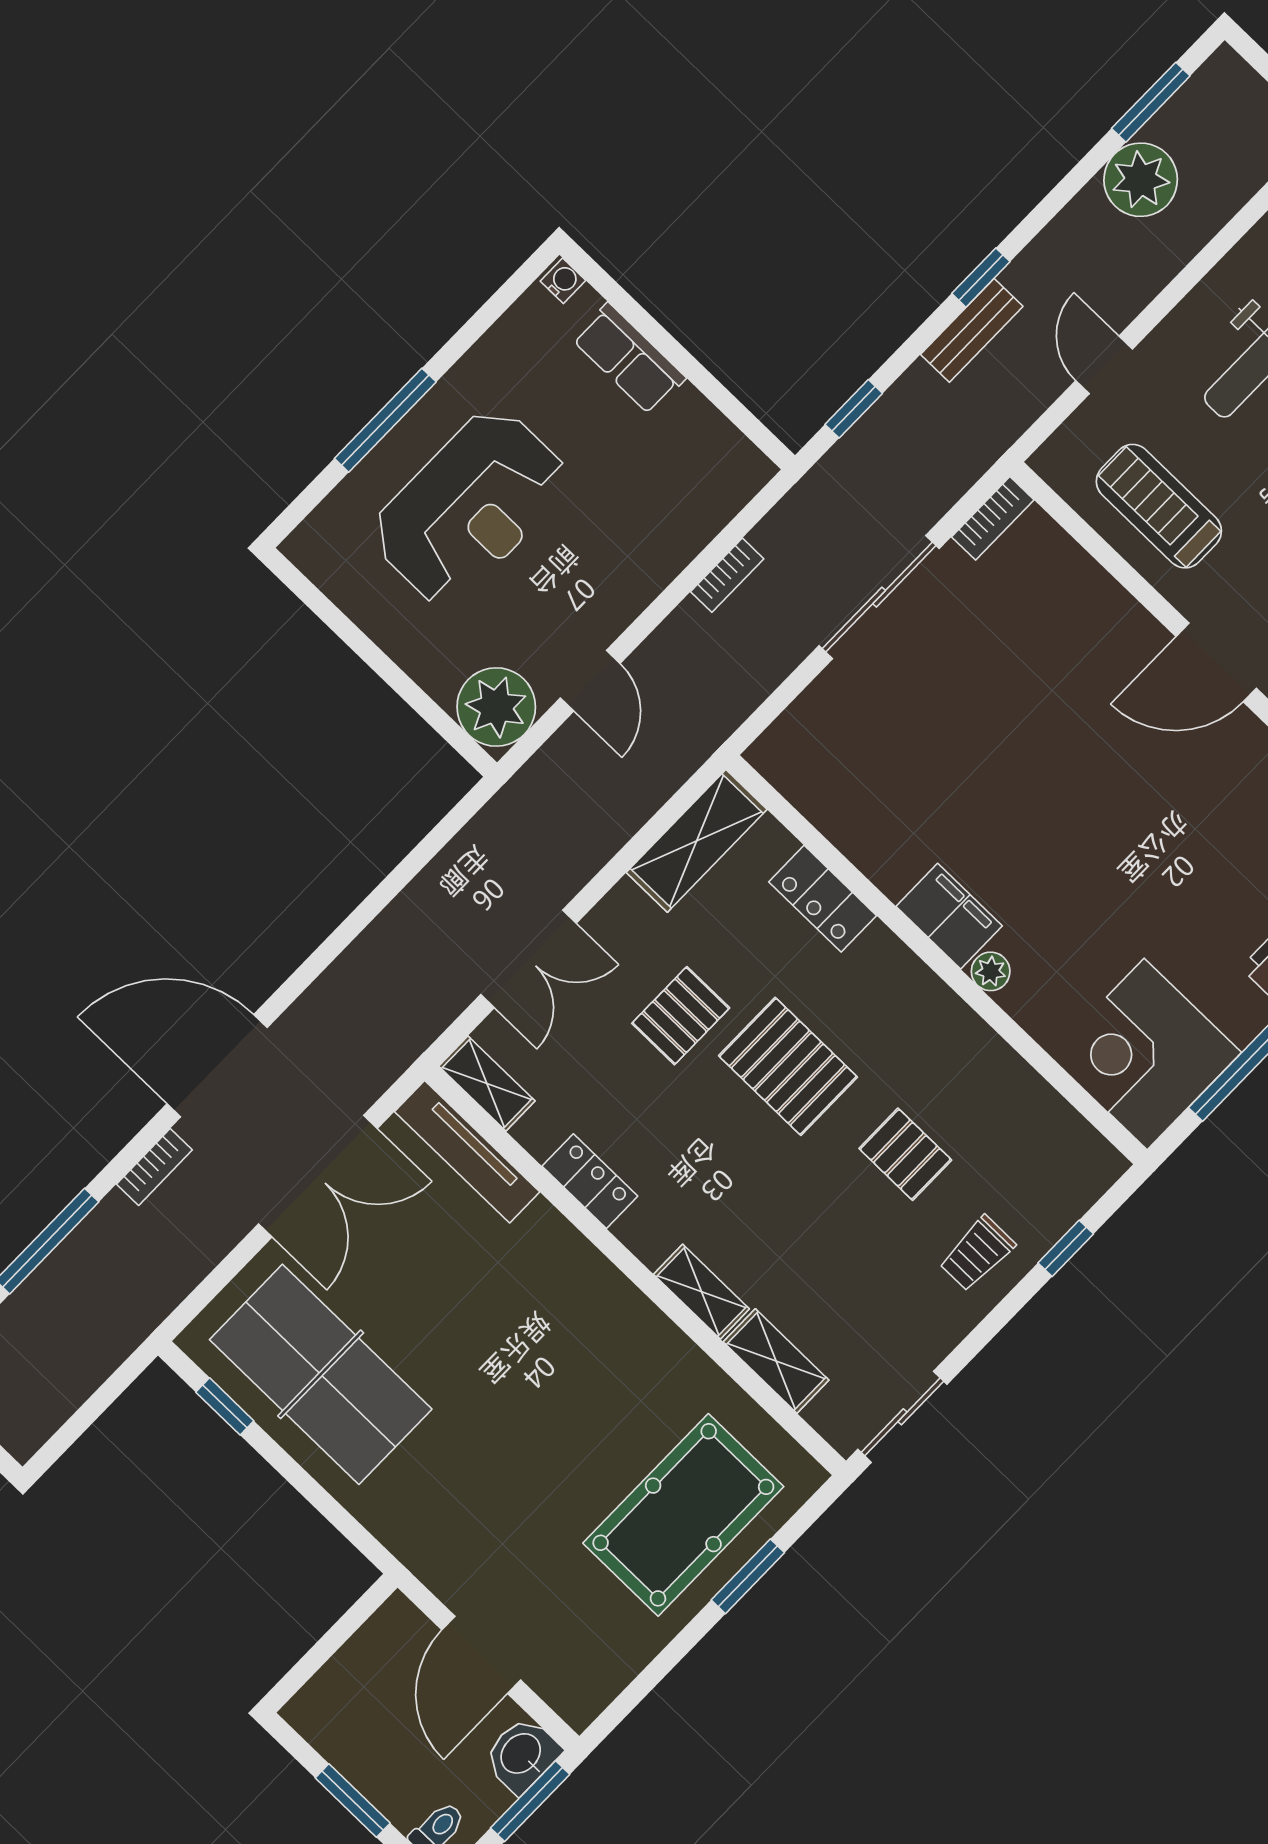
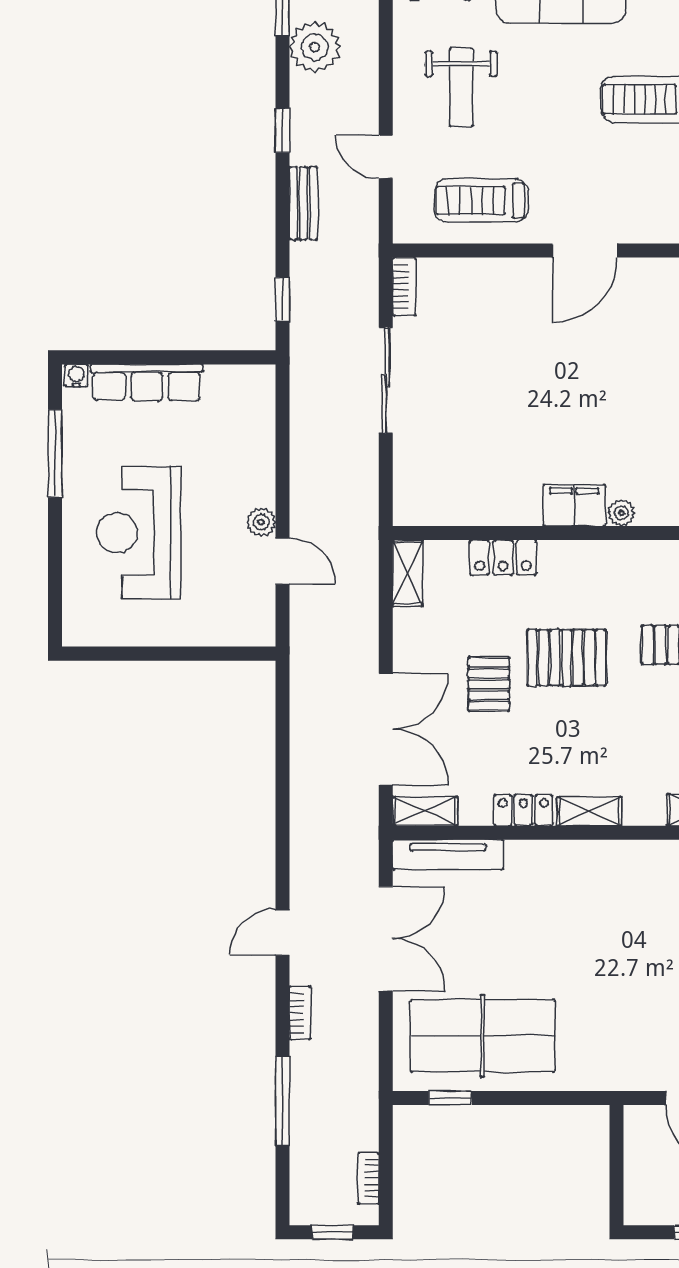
window: (981, 278) -> (282, 131), moved
row of seats: (629, 359) -> (147, 383), width x1.48
window: (385, 420) -> (55, 453), moved
reception desk: (470, 507) -> (139, 533), turned 180
bookcase: (727, 575) -> (369, 1178), moved, turned 180
plant: (496, 707) -> (261, 522), moved, width x0.53, depth x0.53
shelving: (697, 841) -> (408, 573), width x0.67, depth x0.75
double door: (528, 959) -> (386, 729), width x1.37
door: (217, 1066) -> (282, 932), width x0.53
shelving: (701, 1292) -> (589, 811), moved

